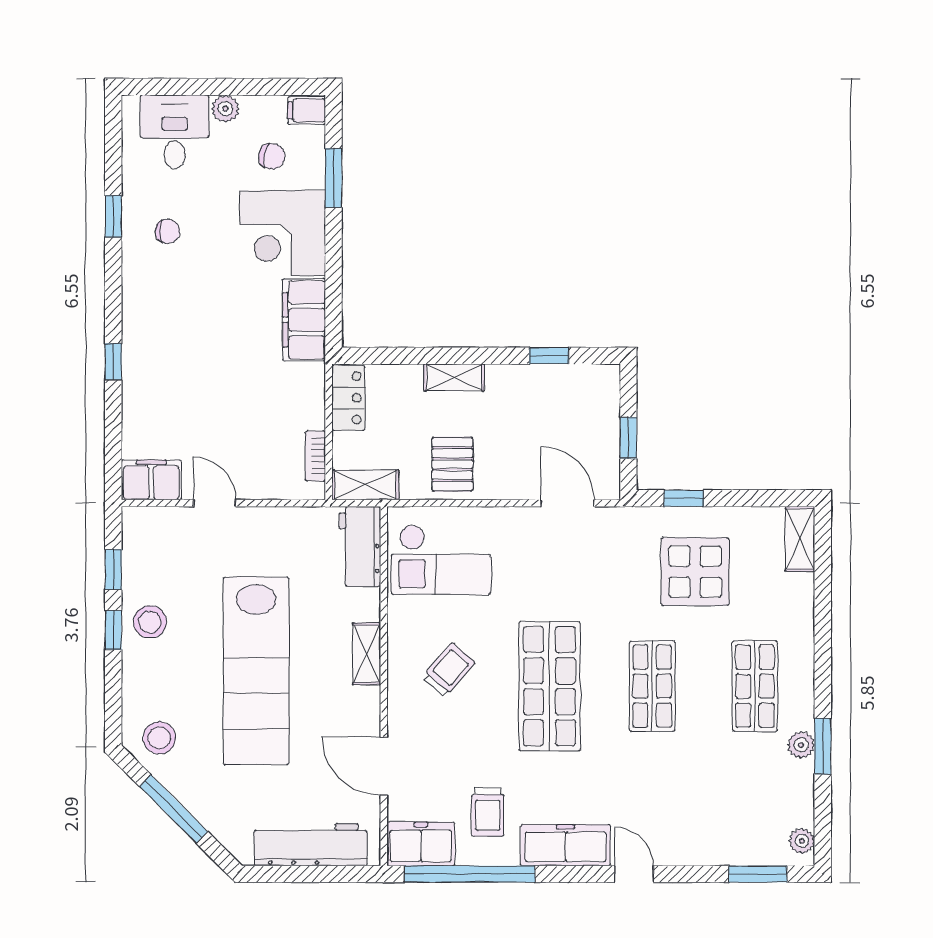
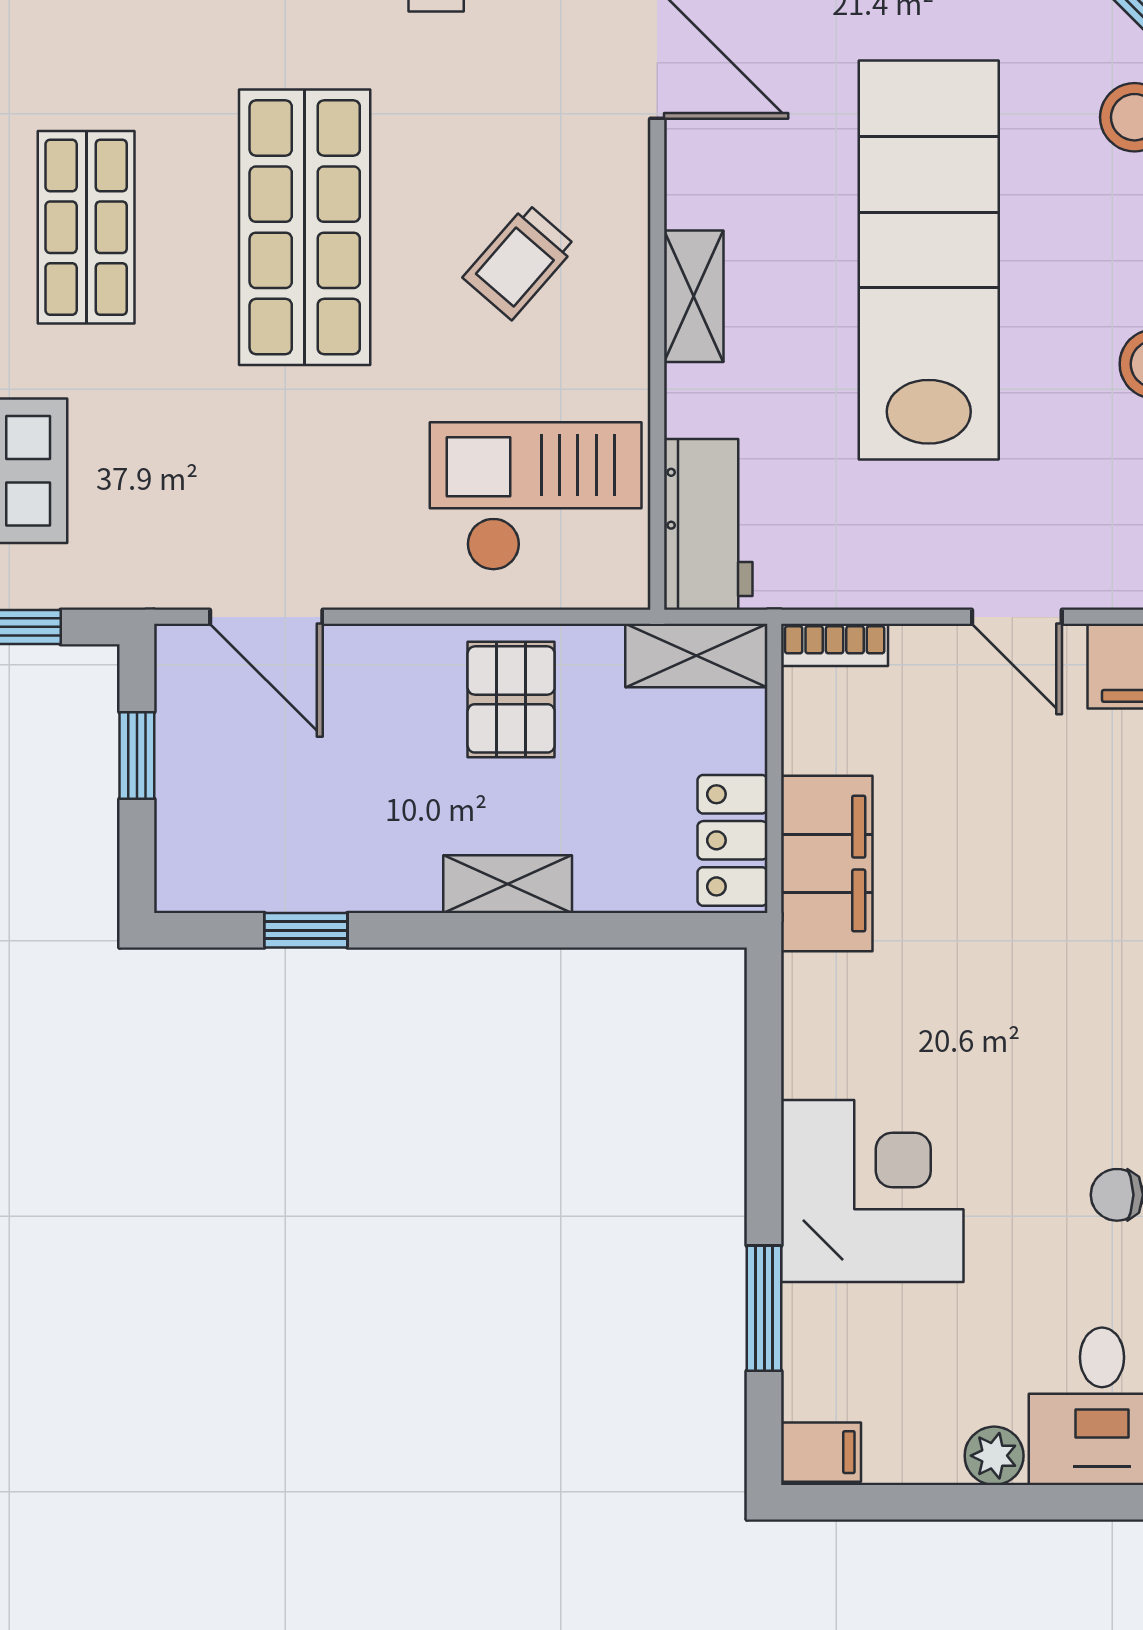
chair: (272, 156) -> (895, 1354), removed
filing cabinet: (304, 320) -> (827, 864), moved
bookcase: (315, 456) -> (835, 645), moved, turned 90

